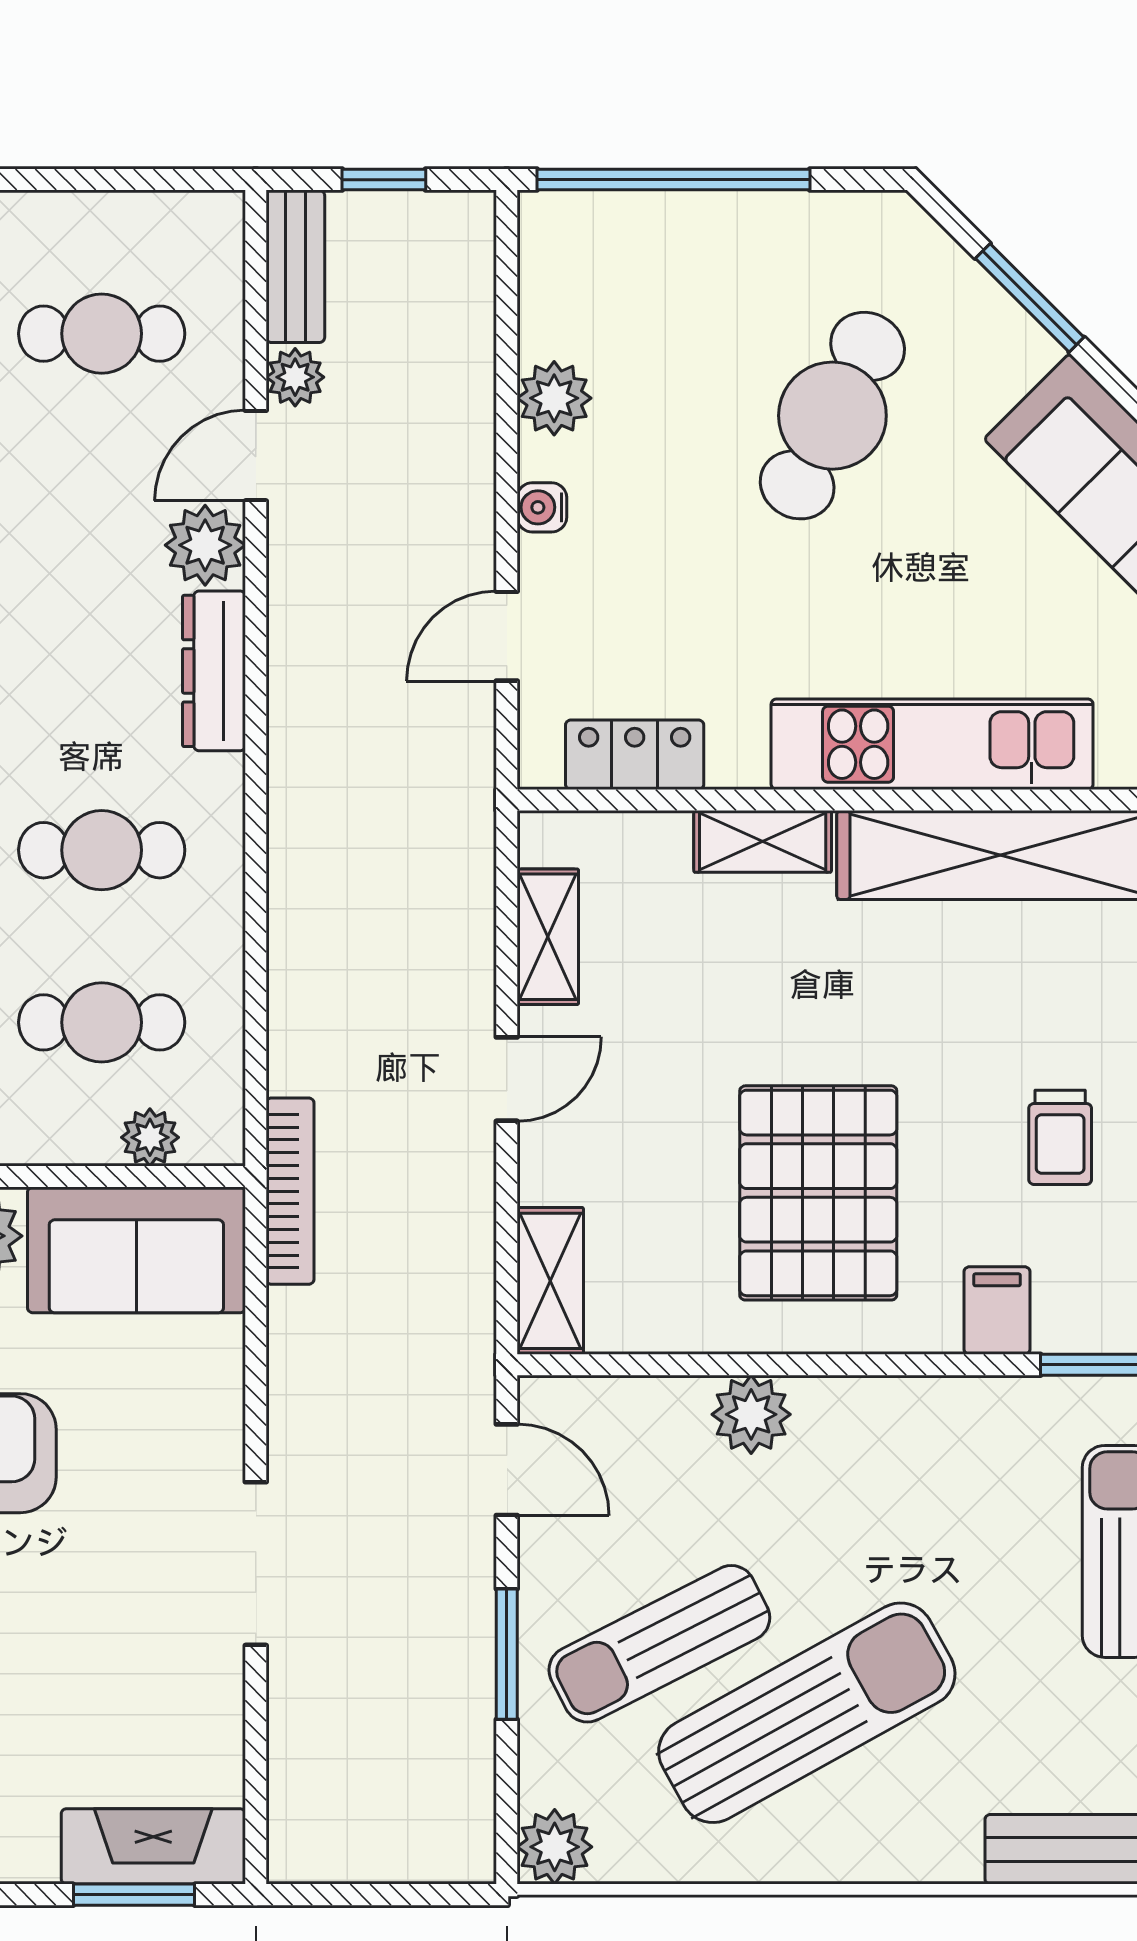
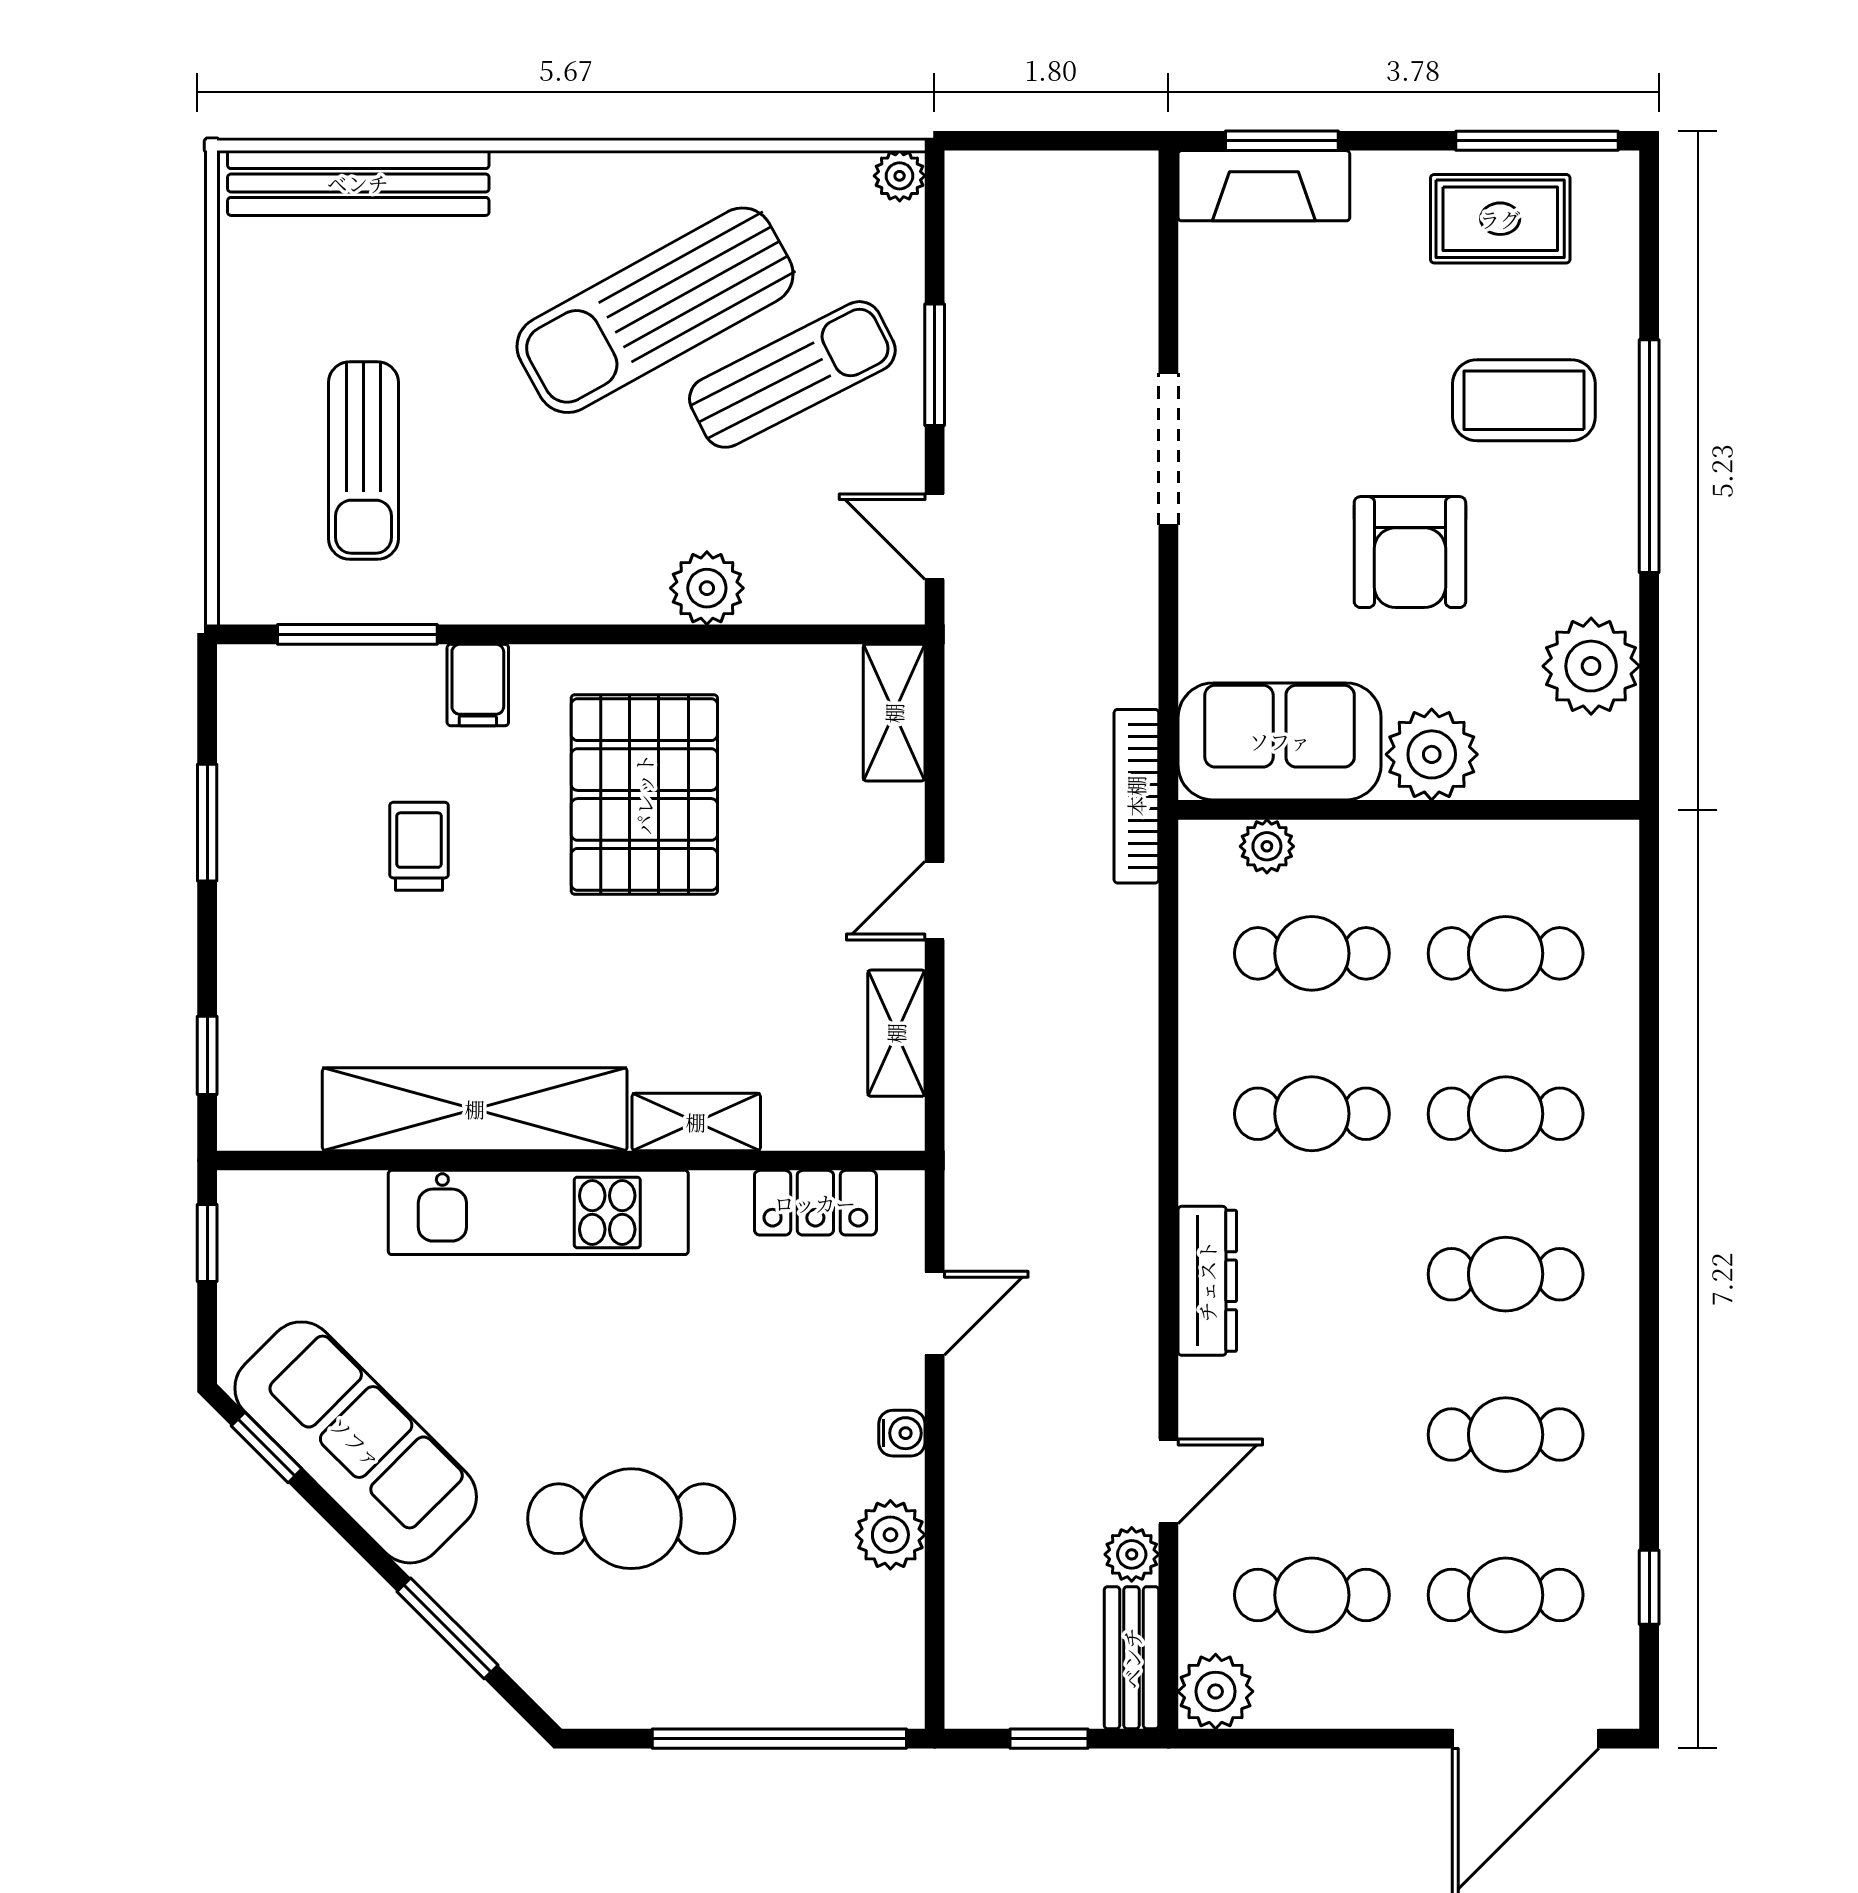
cafe table: (832, 416) -> (631, 1519), turned 63
plant: (205, 545) -> (1216, 1691), moved
plant: (555, 1847) -> (900, 176), width x0.73, depth x0.73

